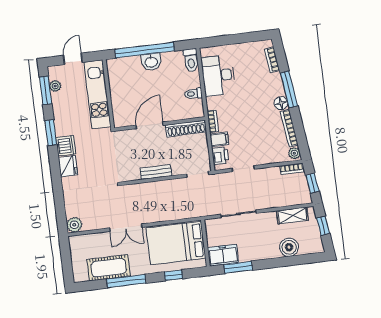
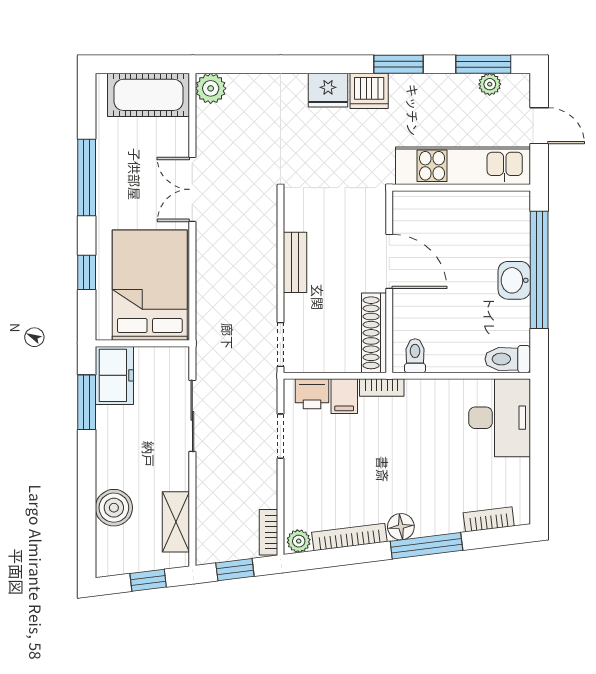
desk: (218, 75) -> (500, 418), moved, turned 90
toilet: (193, 94) -> (415, 356), moved
cot: (109, 268) -> (148, 95), moved, turned 90

